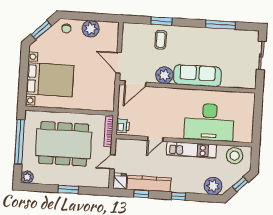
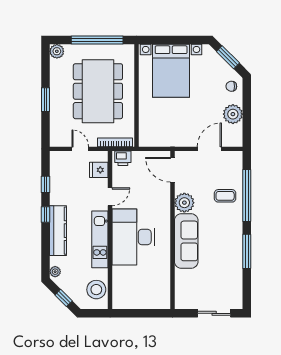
window: (161, 21) -> (247, 196), width x2.11
window: (220, 25) -> (247, 251), moved
door: (119, 63) -> (209, 149), moved
desk: (209, 122) -> (133, 237), moved
door: (155, 139) -> (110, 197), swing flipped
fridge: (120, 181) -> (99, 170), moved, turned 180
kitchen counter: (149, 184) -> (58, 231), moved
plant: (213, 186) -> (55, 272), width x0.53, depth x0.53
window: (178, 196) -> (46, 214), moved

